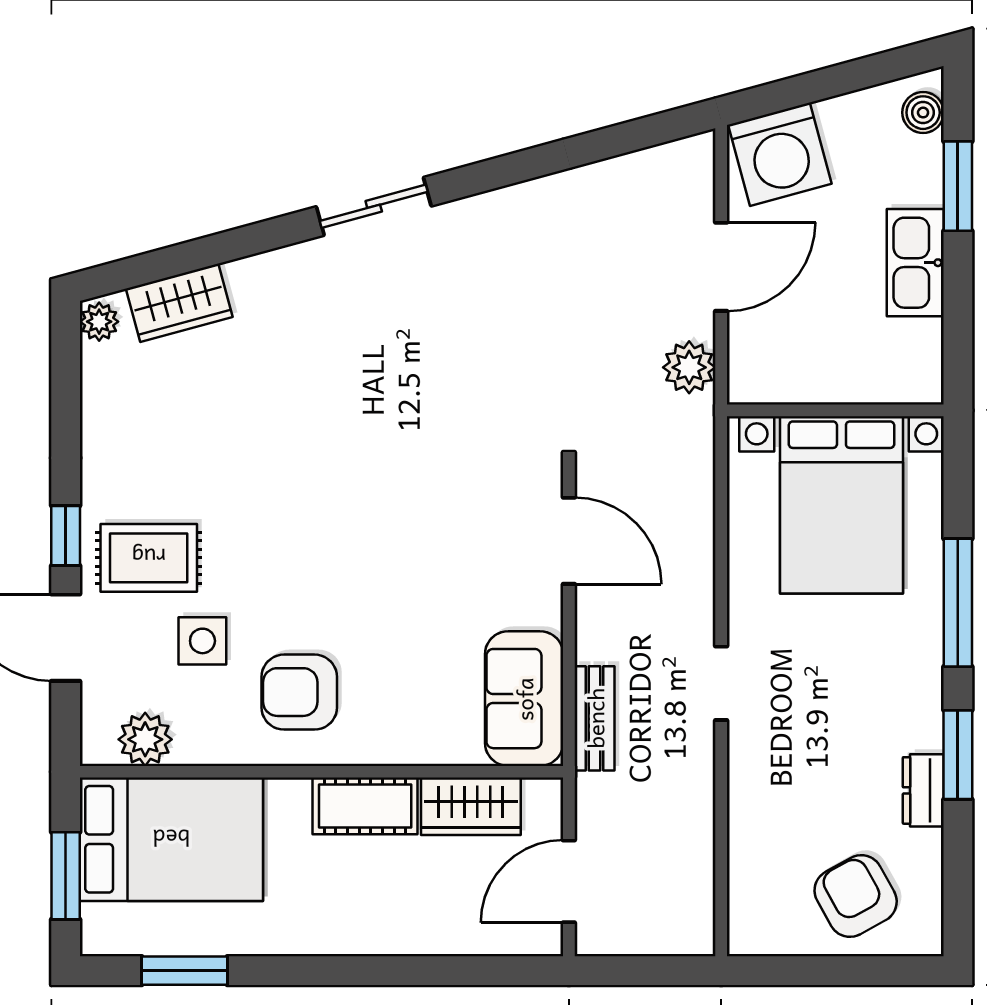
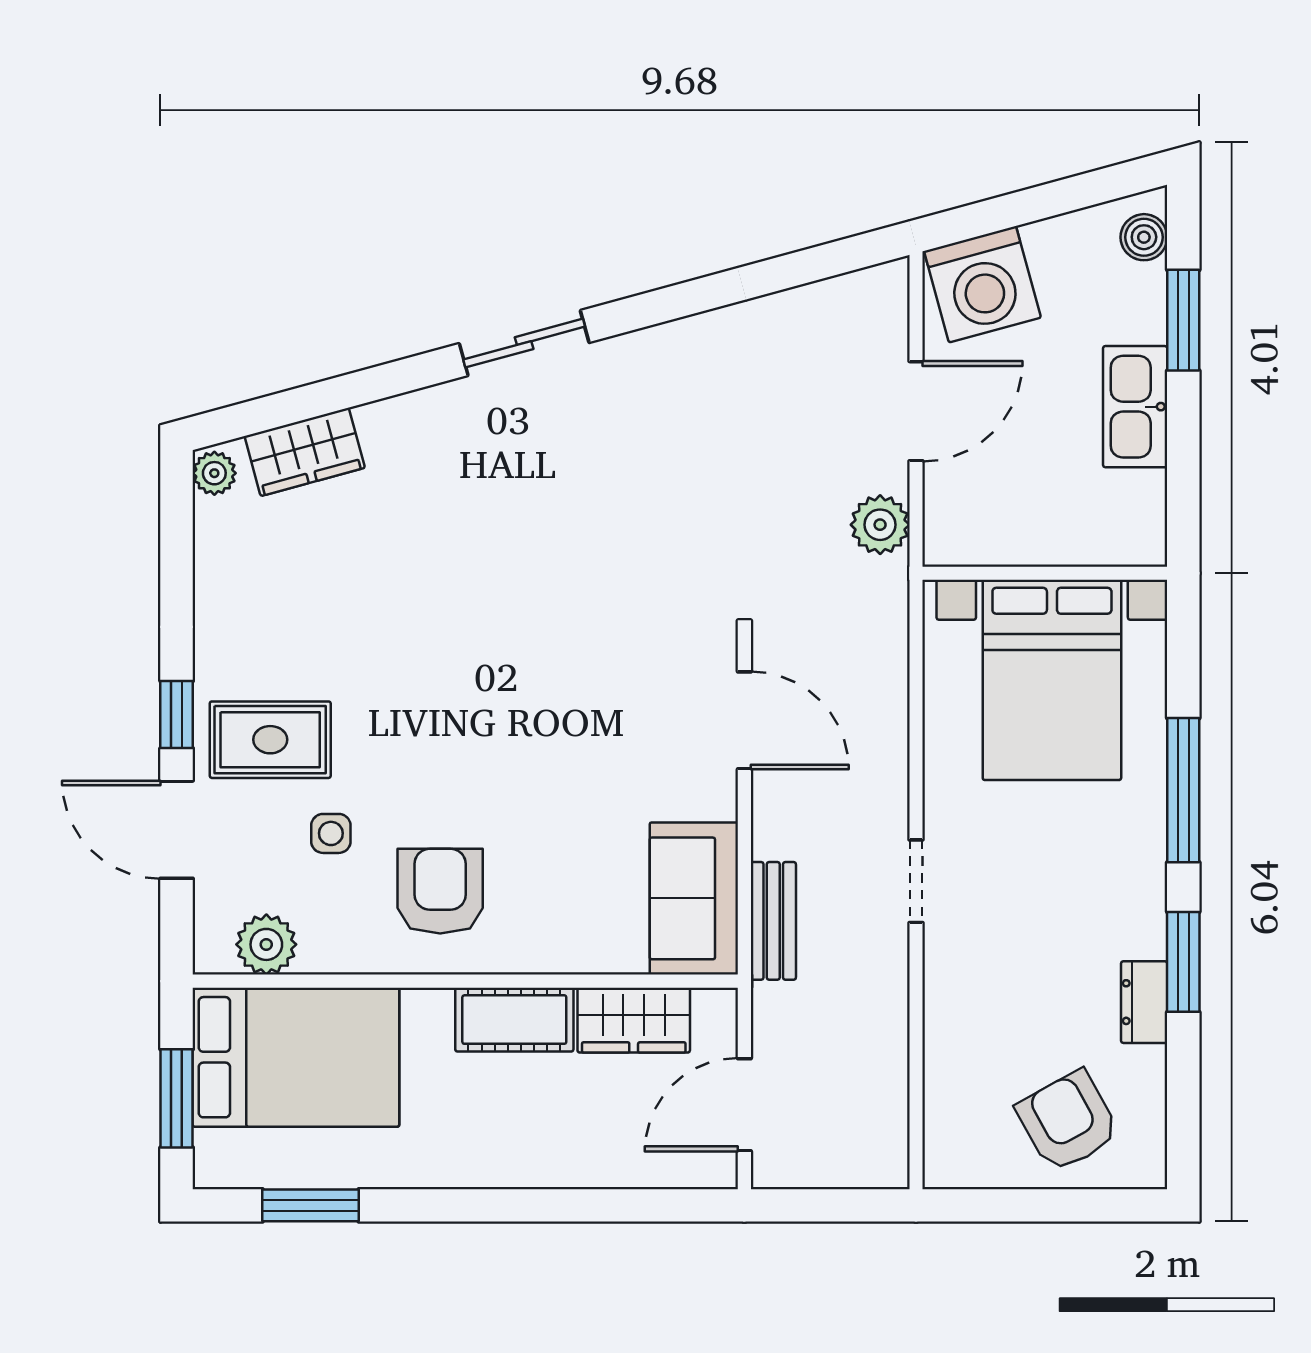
side table: (202, 641) -> (331, 833), width x0.73, depth x0.73
armchair: (299, 692) -> (440, 891), turned 90

